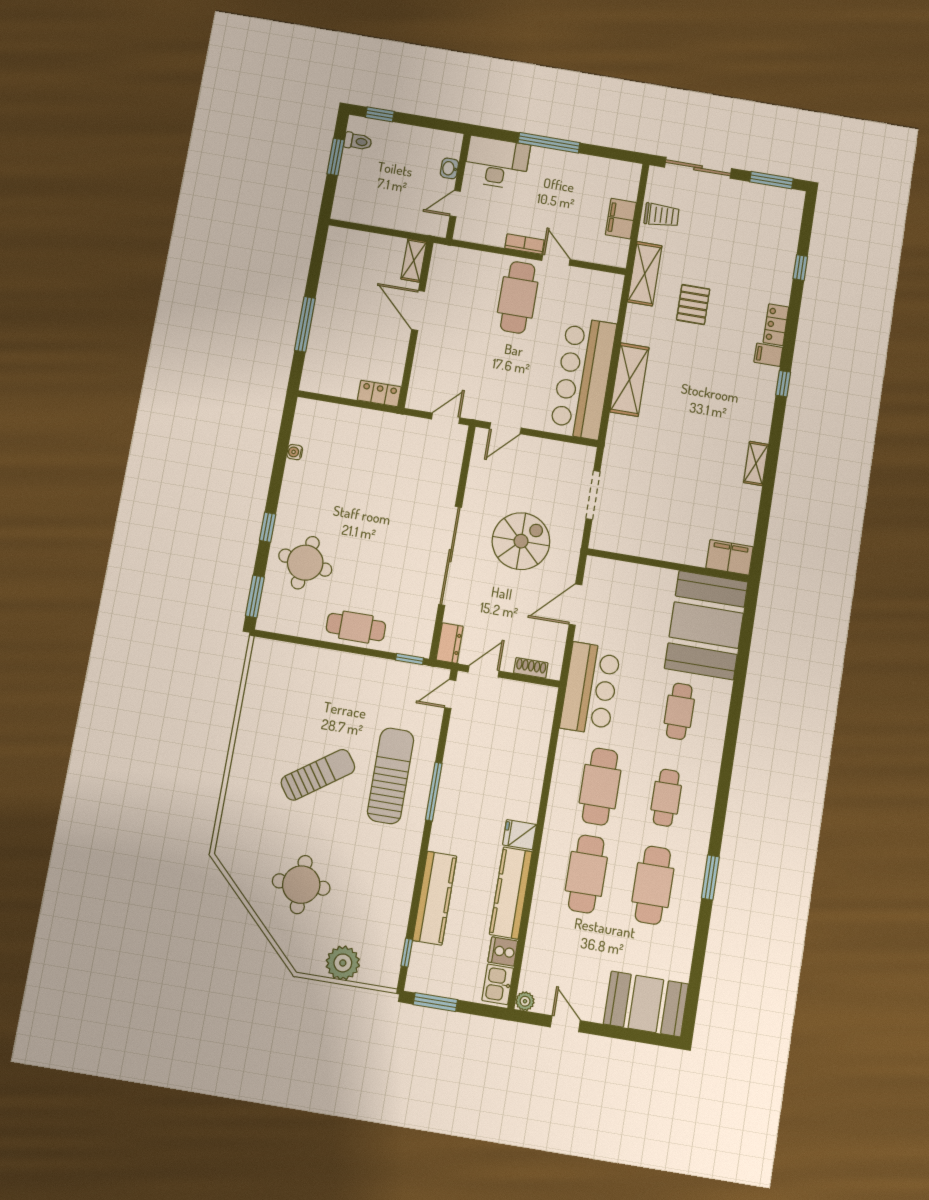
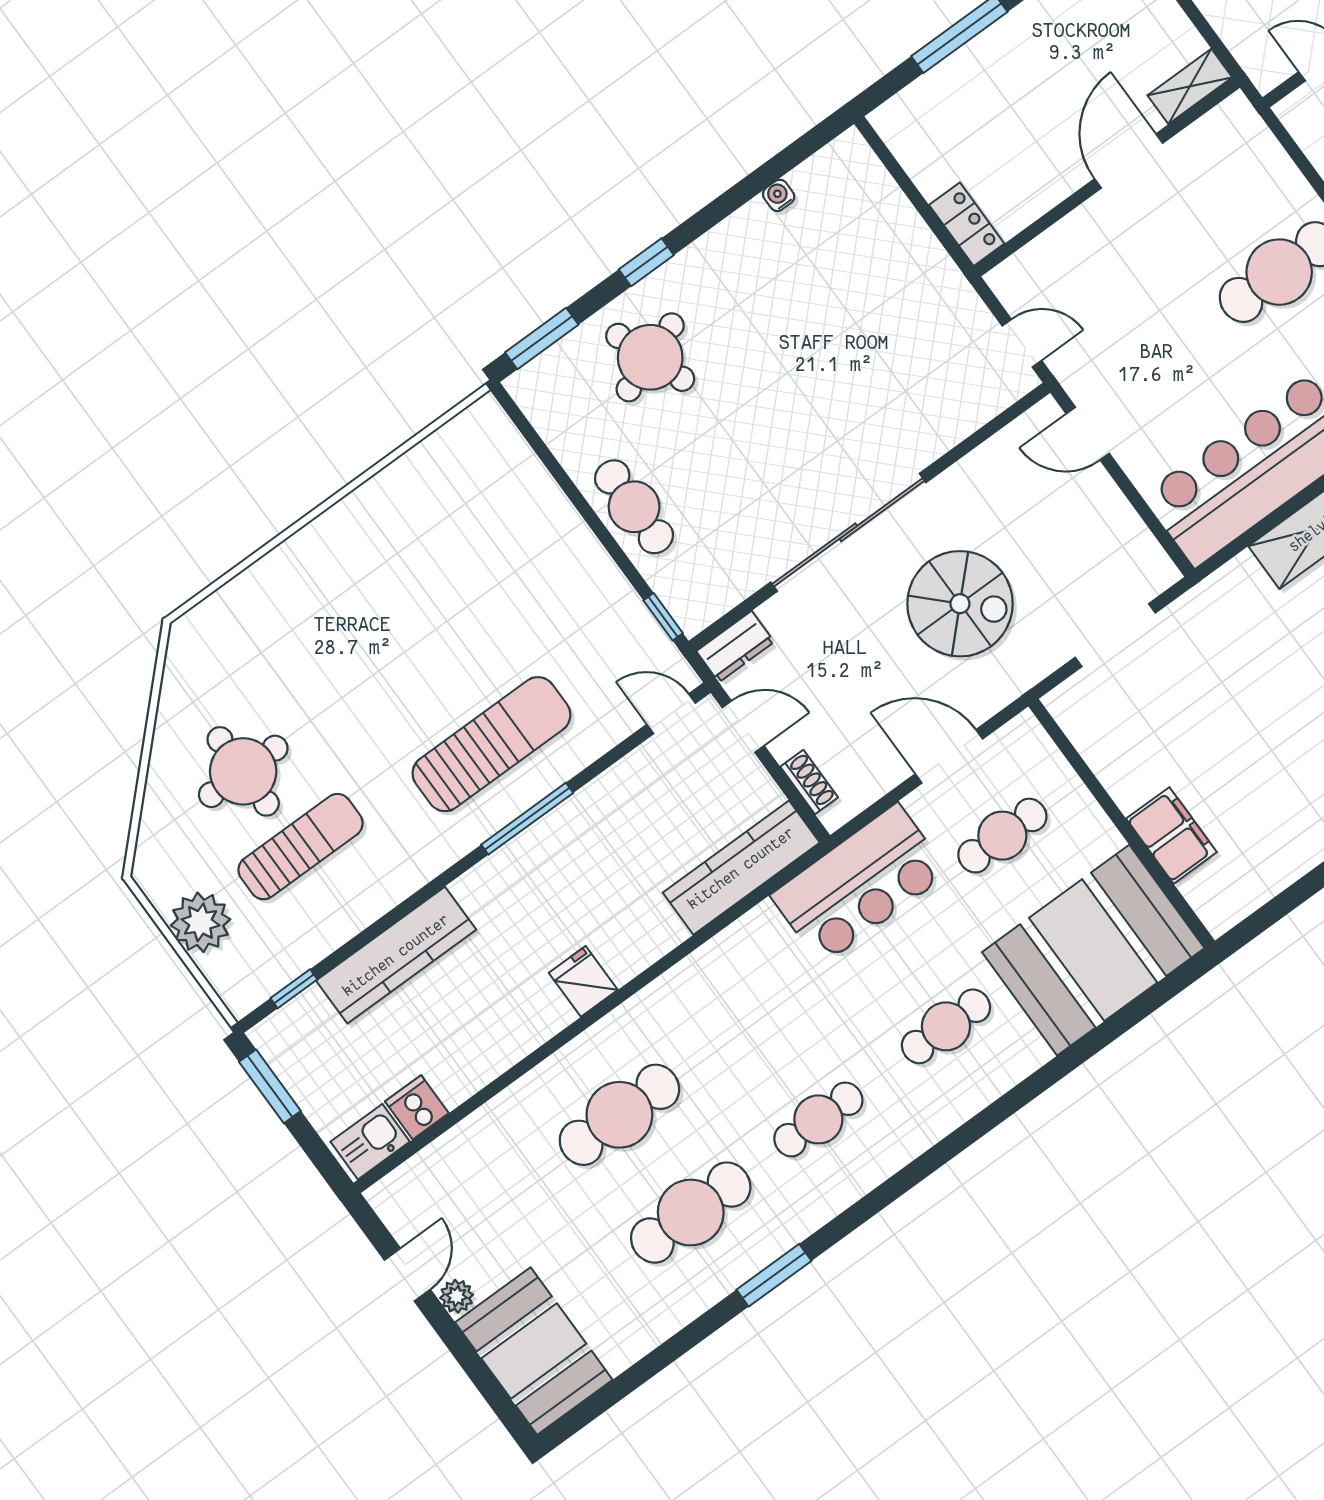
filing cabinet: (729, 557) -> (1171, 835), moved
round table: (305, 563) -> (650, 357), turned -30
sun lounger: (318, 775) -> (301, 847), moved, turned -55
cafe table: (600, 787) -> (1002, 836), moved, width x0.73, depth x0.74
kitchen counter: (511, 893) -> (741, 868), moved
plant: (525, 1001) -> (457, 1296), moved

